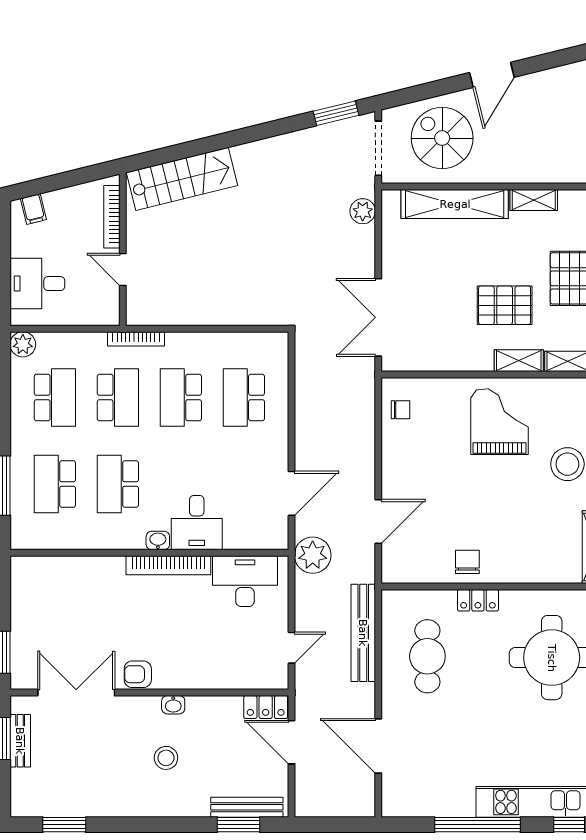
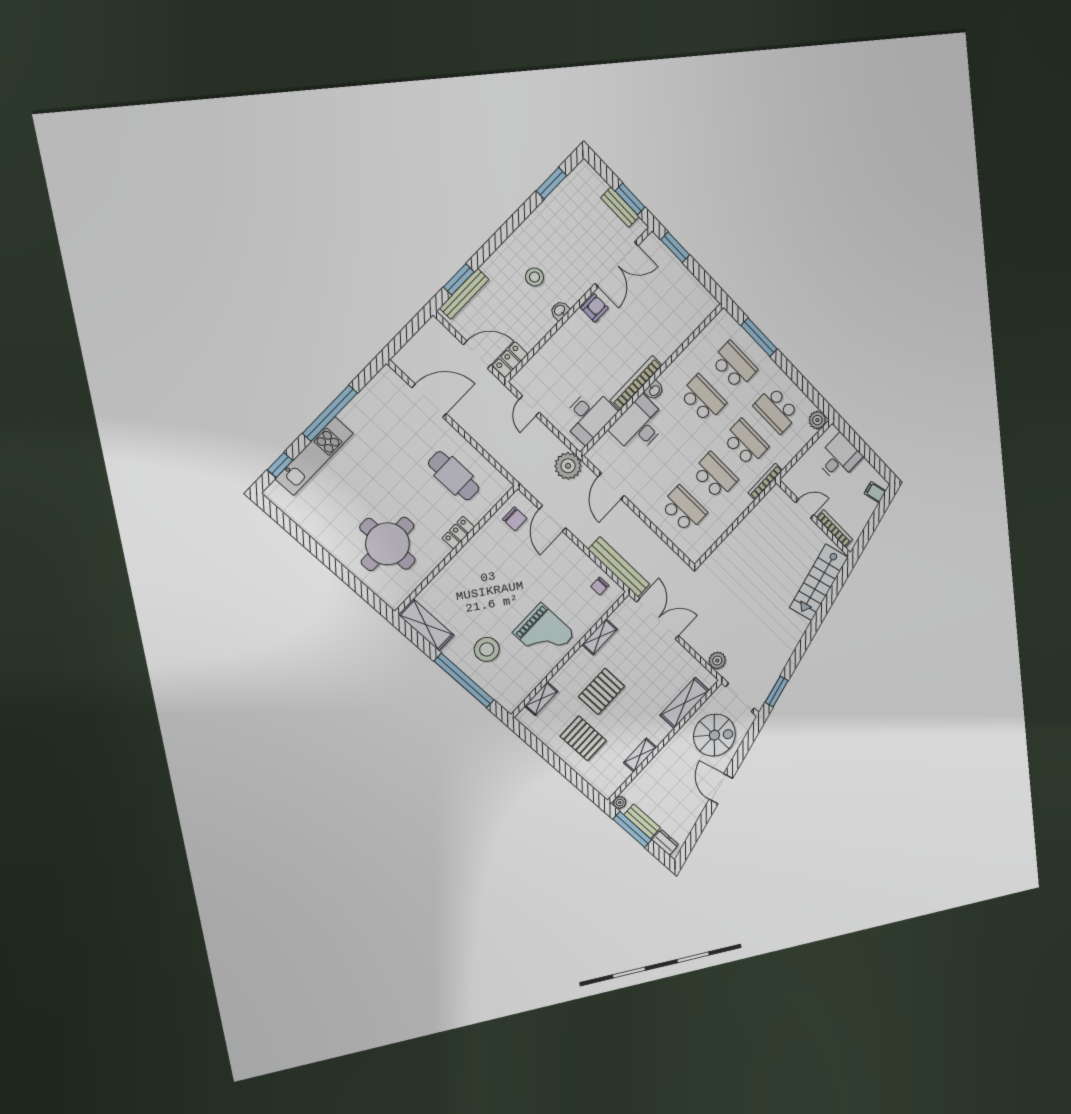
shelving: (455, 204) -> (685, 703), width x0.68
shelving: (519, 361) -> (600, 637), moved
school desk: (118, 397) -> (746, 443), turned 180
desk: (197, 523) -> (639, 425), width x1.37
chair: (467, 562) -> (515, 519), moved
bench: (363, 633) -> (619, 567), moved

